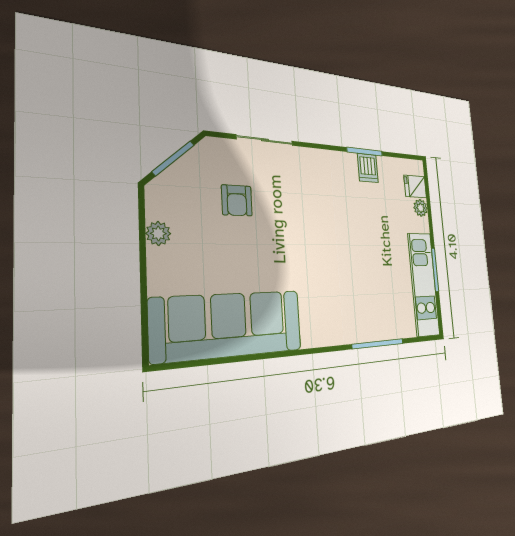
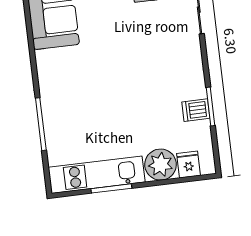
plant: (421, 208) -> (161, 165), width x1.87, depth x1.87

